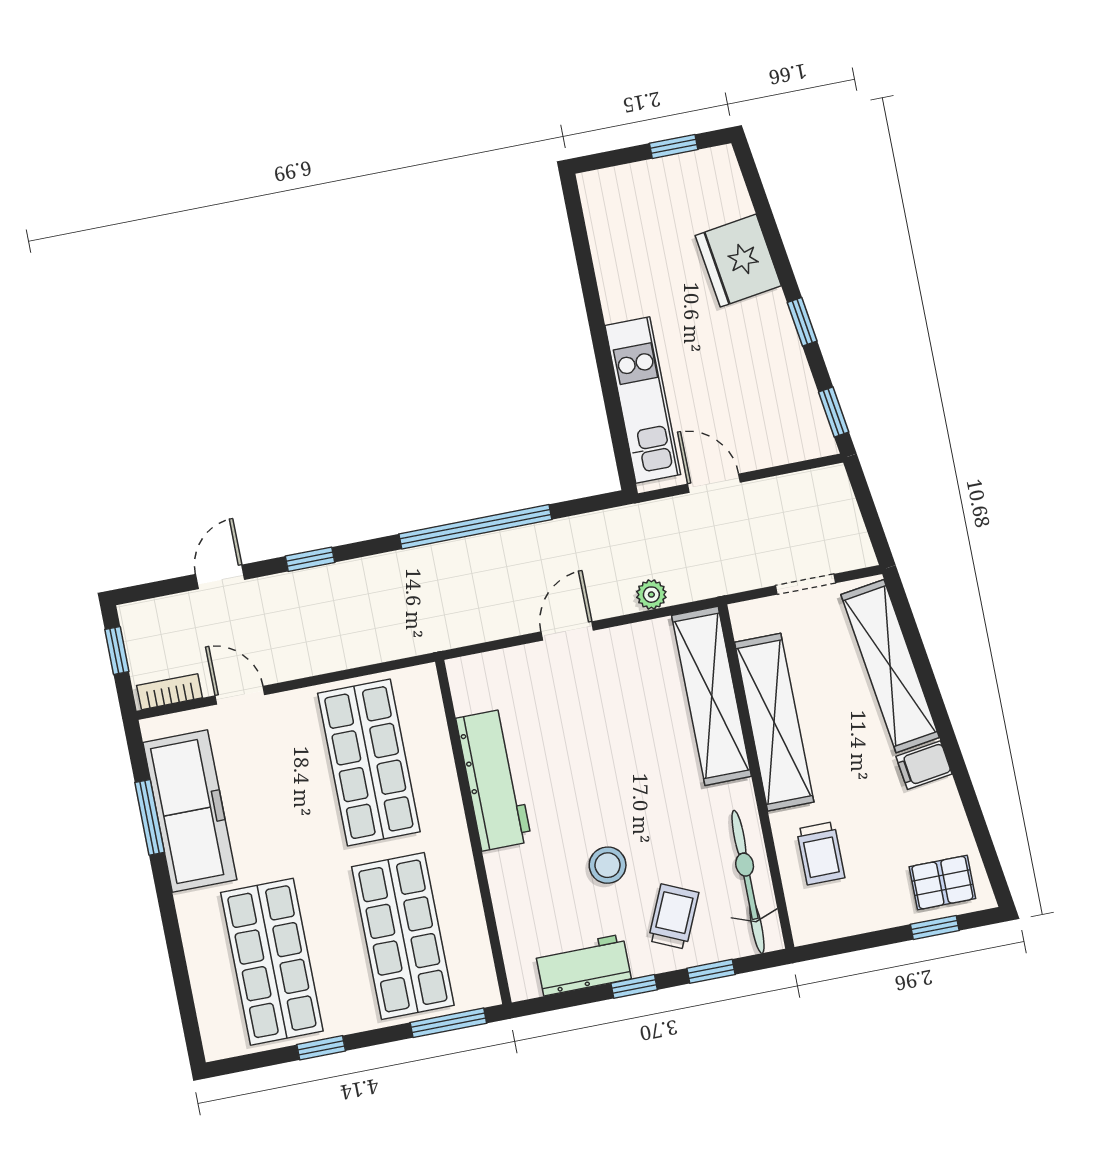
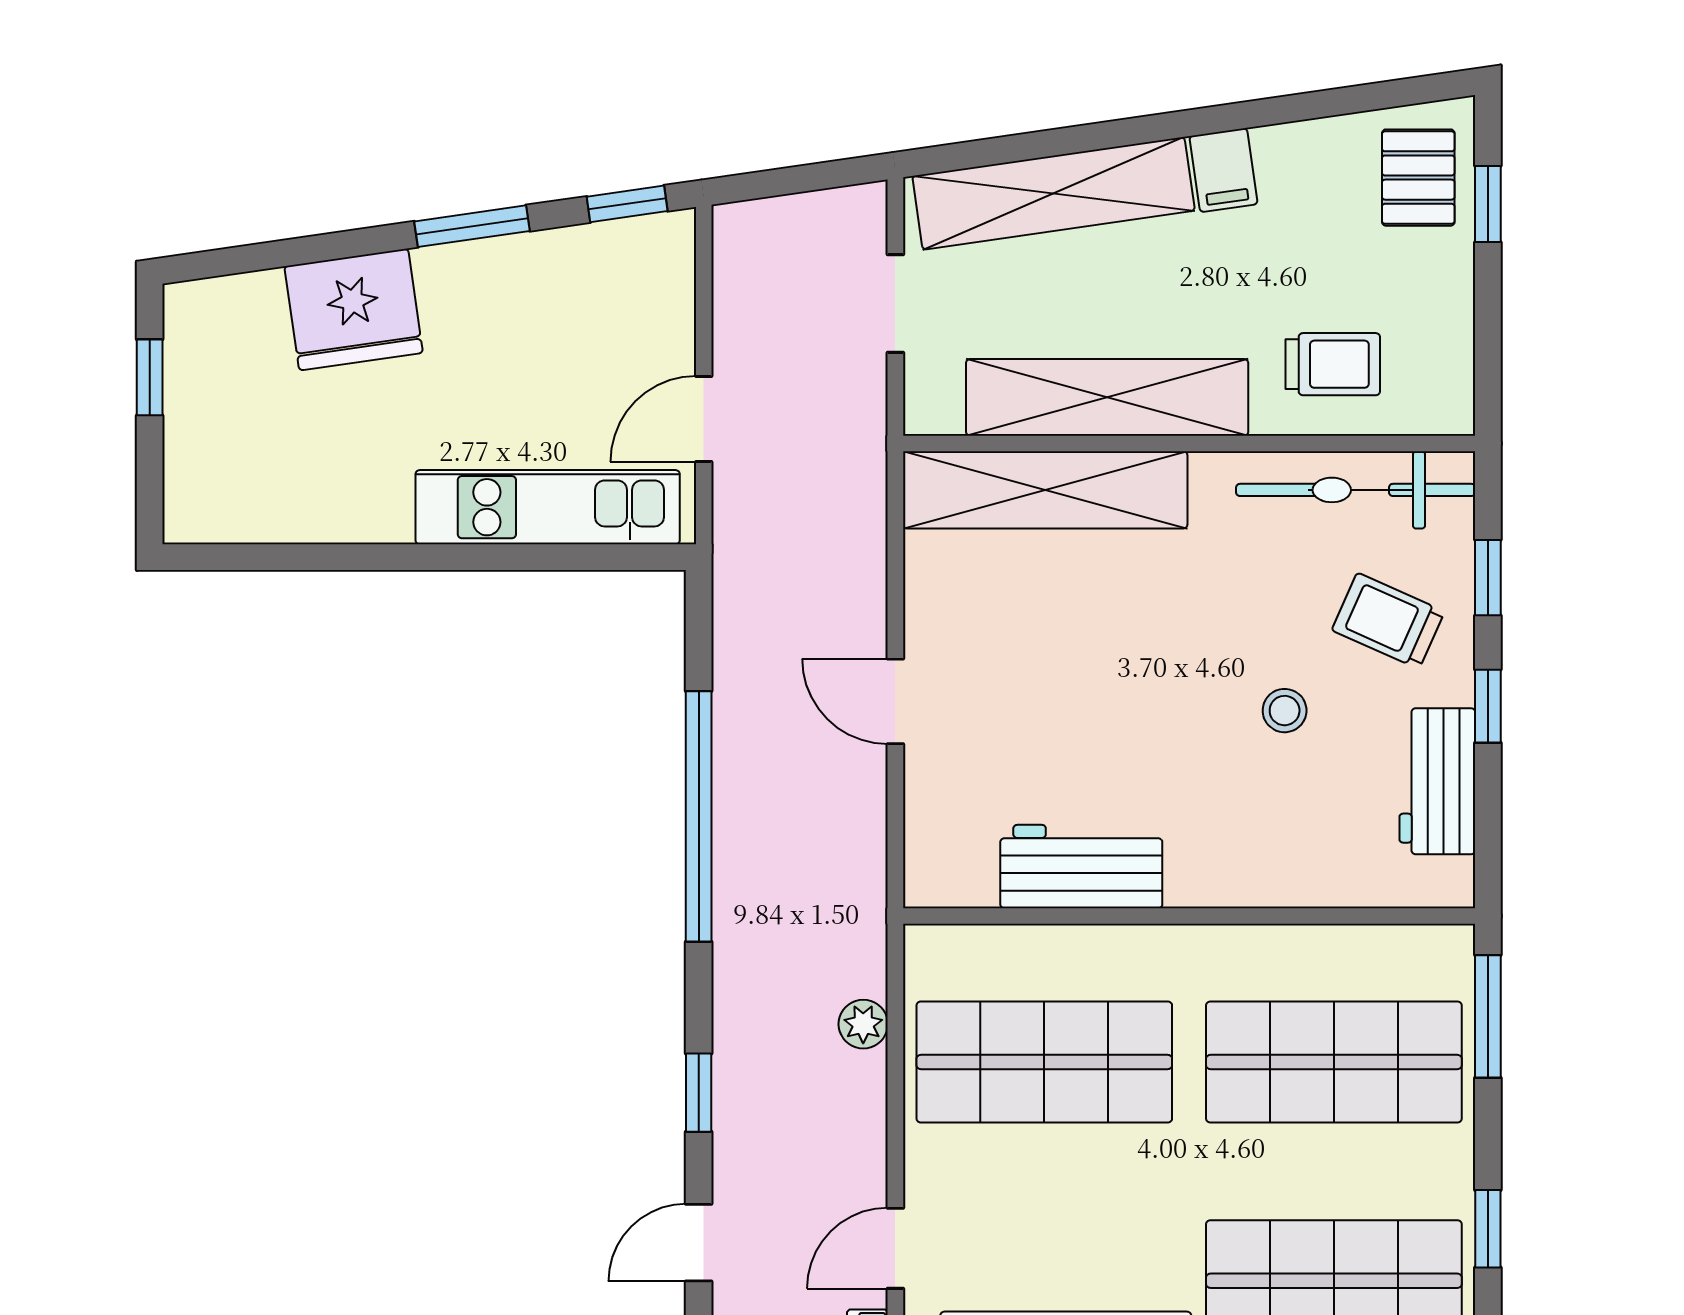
window: (802, 322) -> (472, 226), width x1.50
door: (220, 577) -> (699, 1243), hinge flipped
plant: (651, 595) -> (863, 1024), moved
workbench: (494, 780) -> (1081, 867), width x0.73
stool: (608, 865) -> (1285, 711), width x0.73, depth x0.73

